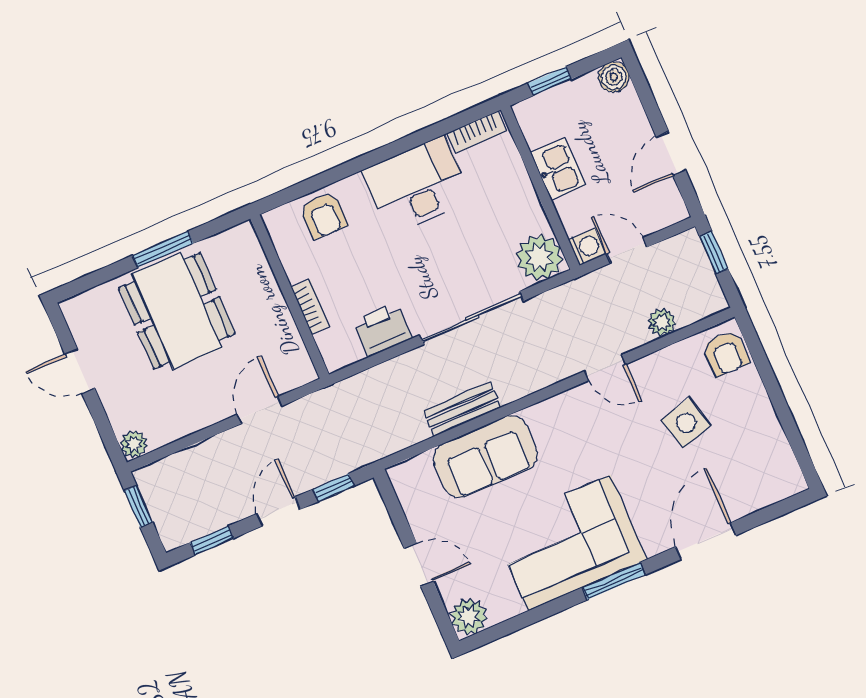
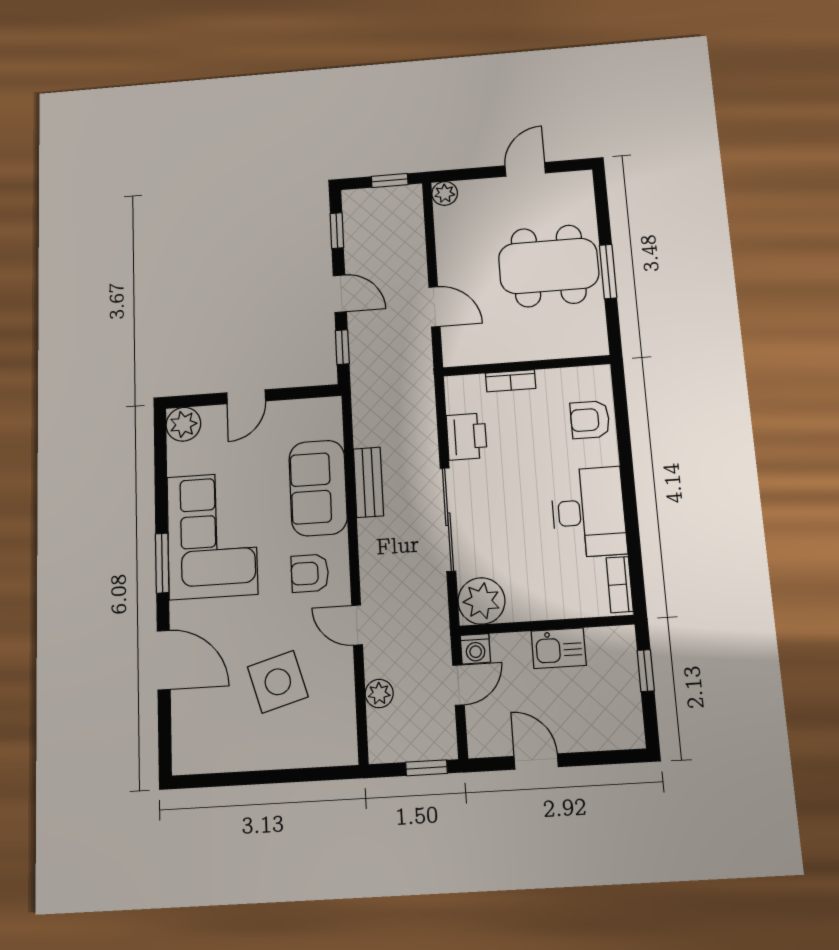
boiler: (614, 77) -> (629, 734), removed
armchair: (726, 353) -> (310, 573), moved
door: (605, 368) -> (357, 625), hinge flipped
side table: (686, 423) -> (278, 682), width x1.37, depth x1.37

